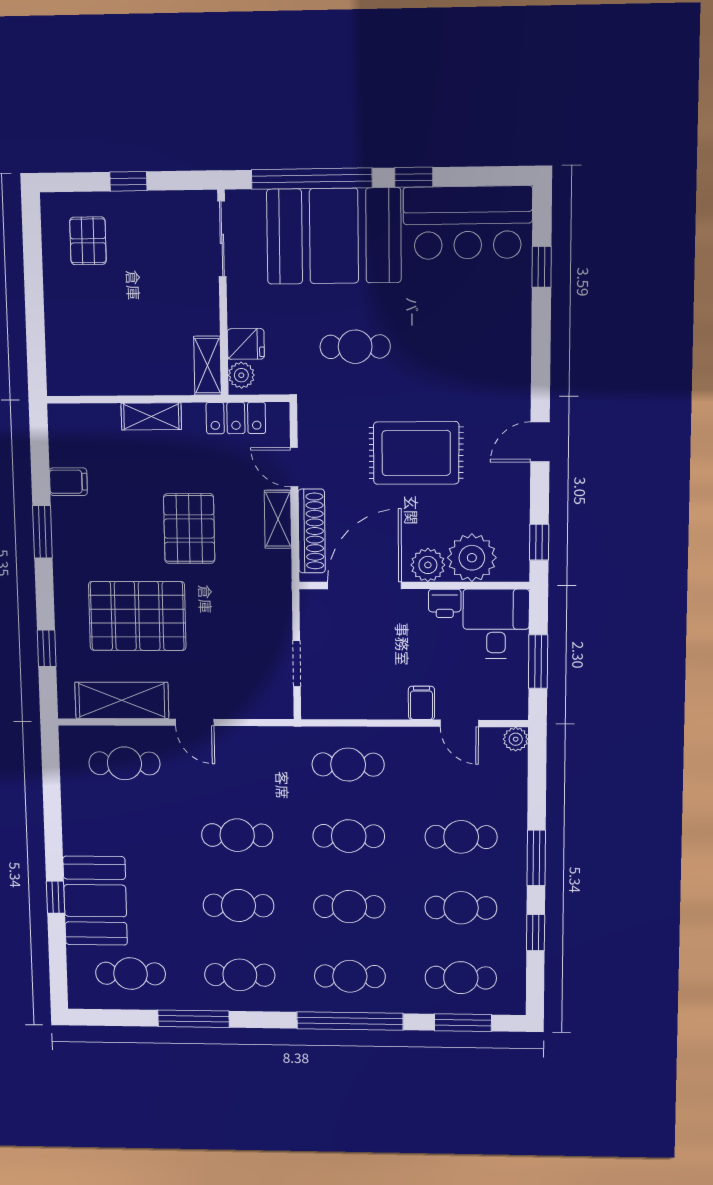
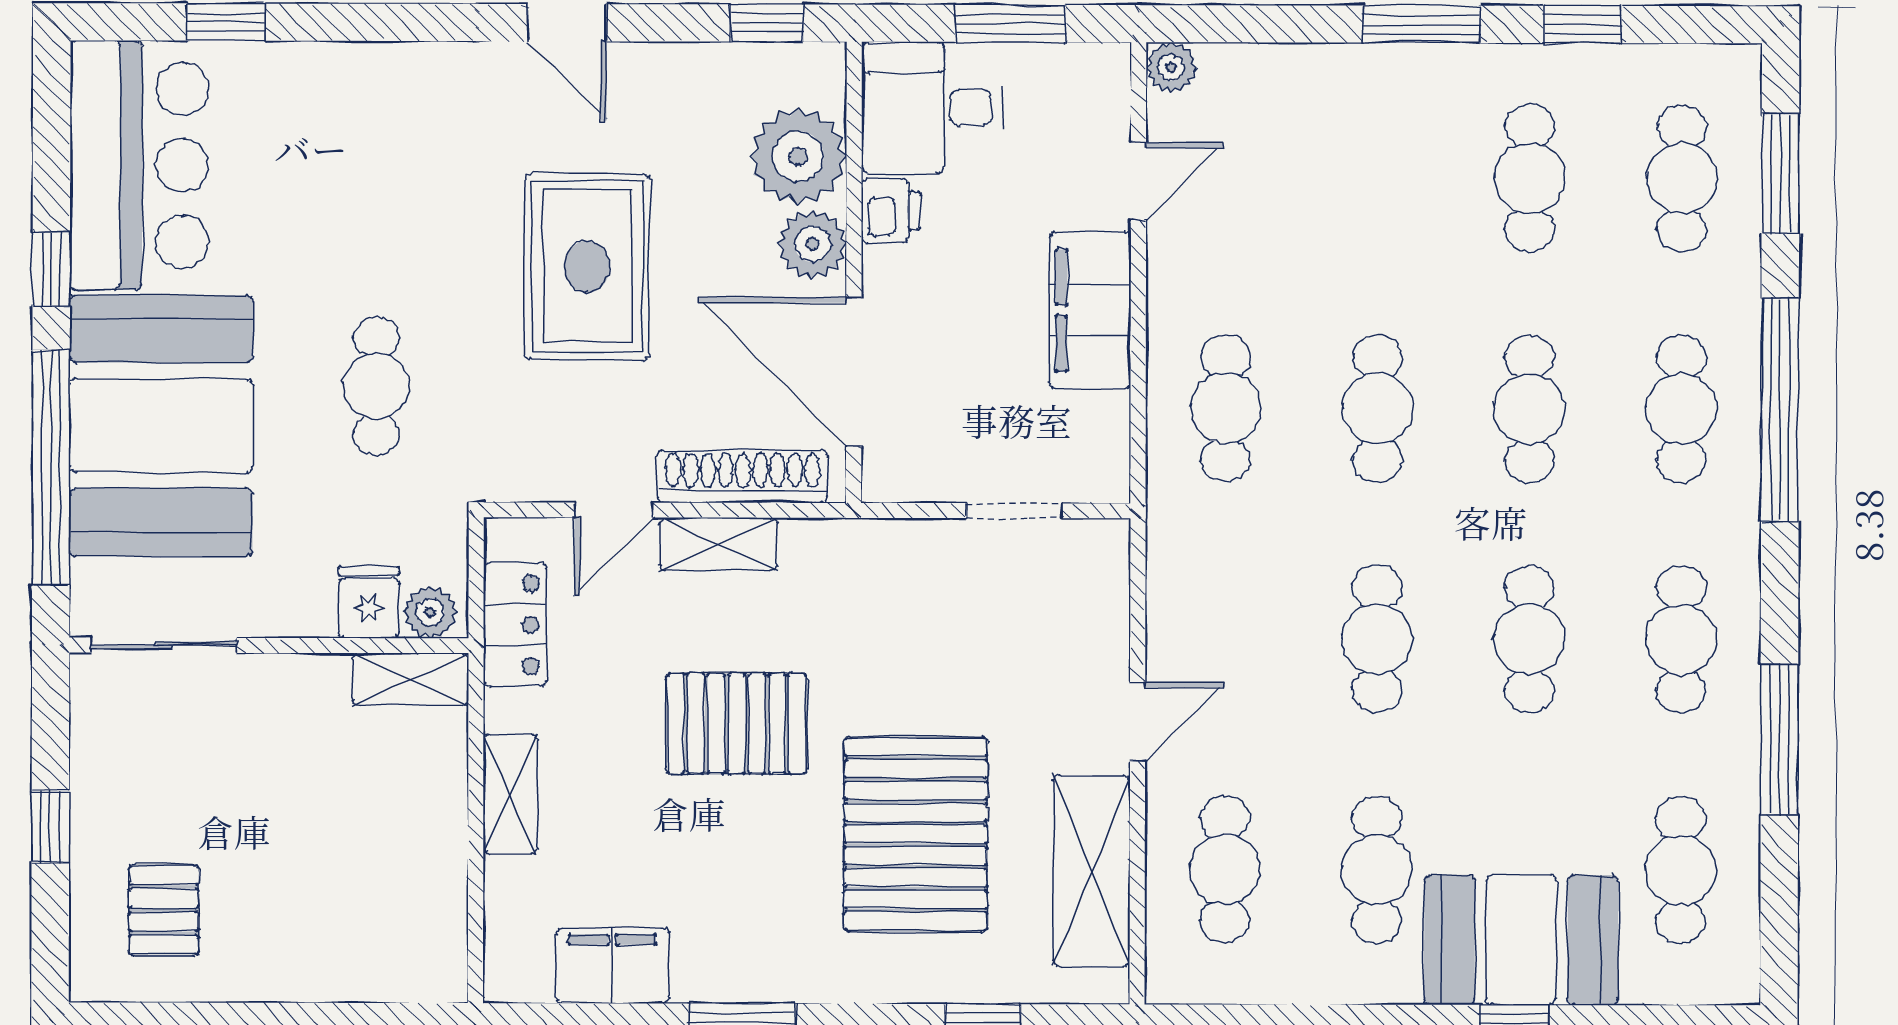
pallet: (88, 241) -> (164, 910), turned 90
filing cabinet: (68, 482) -> (612, 966), width x2.00
filing cabinet: (421, 703) -> (1090, 310), width x3.00, depth x1.17
cafe table: (461, 837) -> (1377, 870), moved

